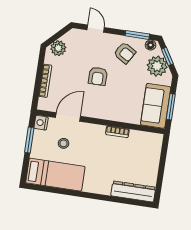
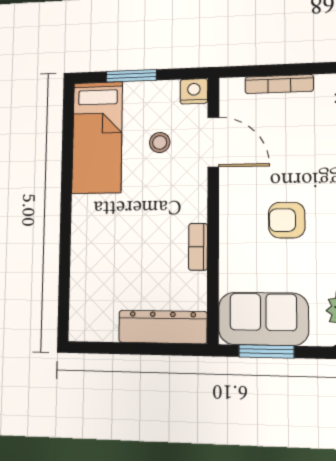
armchair: (98, 76) -> (287, 220), moved
window: (29, 140) -> (131, 76), moved
dresser: (133, 191) -> (163, 327), moved, turned -90

